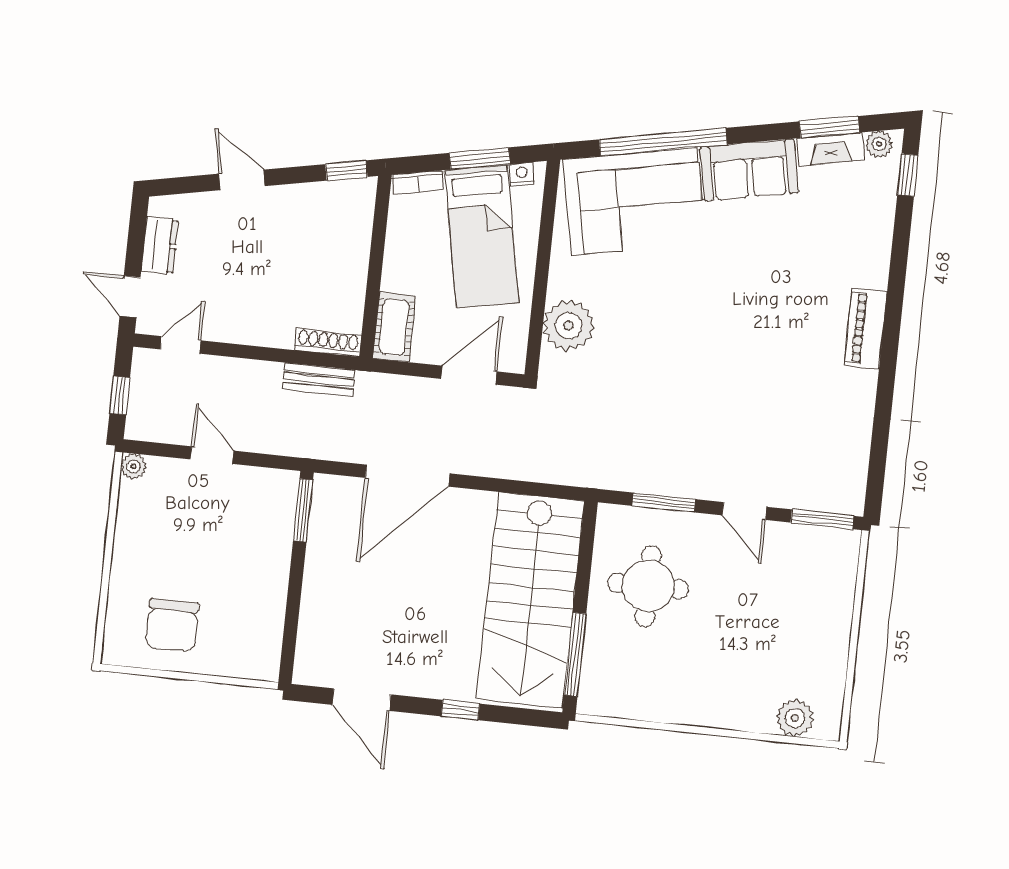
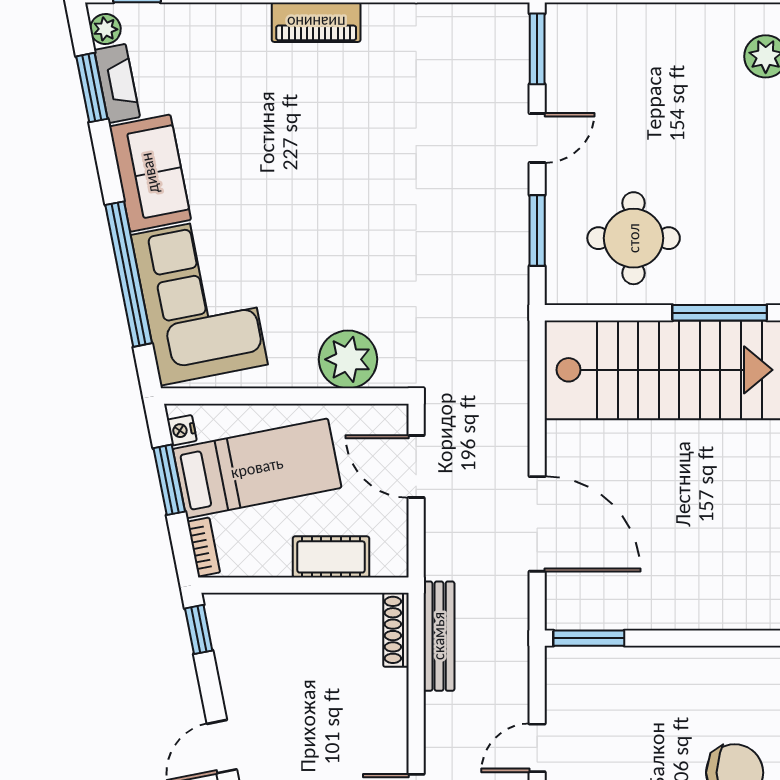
cot: (394, 327) -> (331, 557), moved
bench: (319, 380) -> (439, 636), width x1.36

